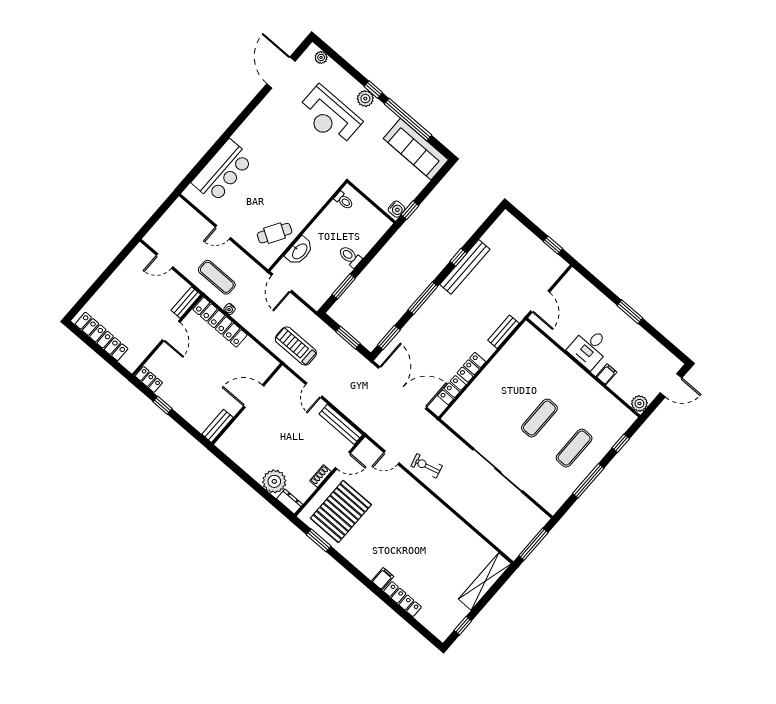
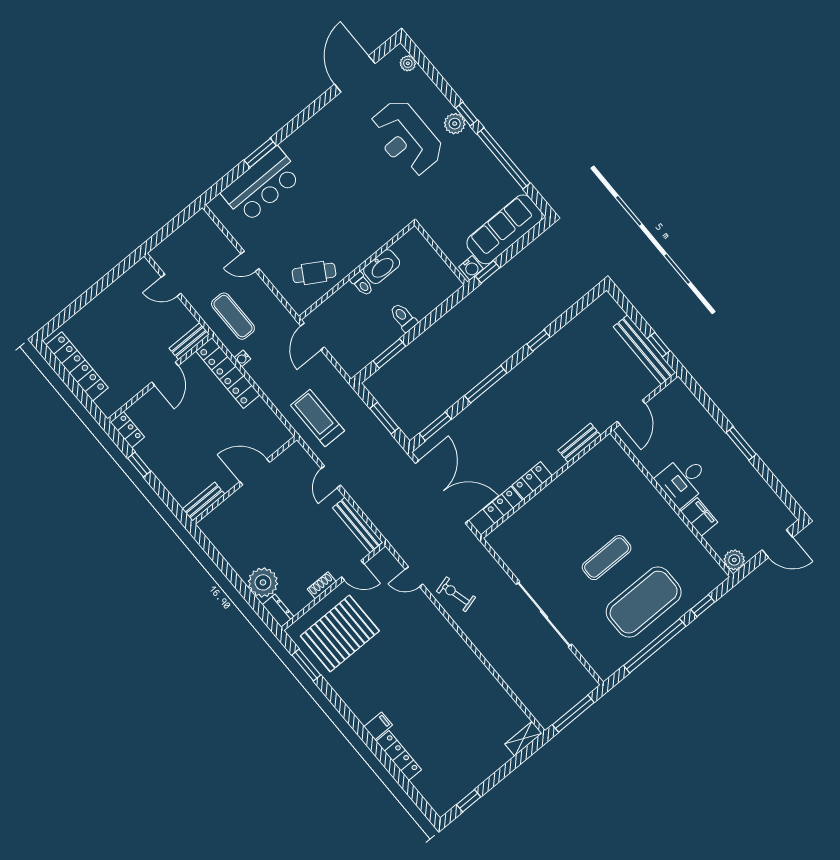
window: (217, 146) -> (260, 153), added
sofa: (416, 149) -> (504, 229), moved, turned 90
toilet: (344, 201) -> (362, 284), moved
washbasin: (299, 251) -> (382, 267), moved
bench: (465, 267) -> (644, 350), moved, turned 90
filing cabinet: (606, 374) -> (699, 517), width x2.00
exercise mat: (574, 448) -> (644, 602), width x2.00, depth x1.45
window: (588, 481) -> (655, 646), width x1.46
shelving: (485, 581) -> (523, 739), width x0.45, depth x0.75

